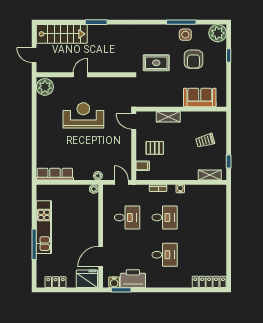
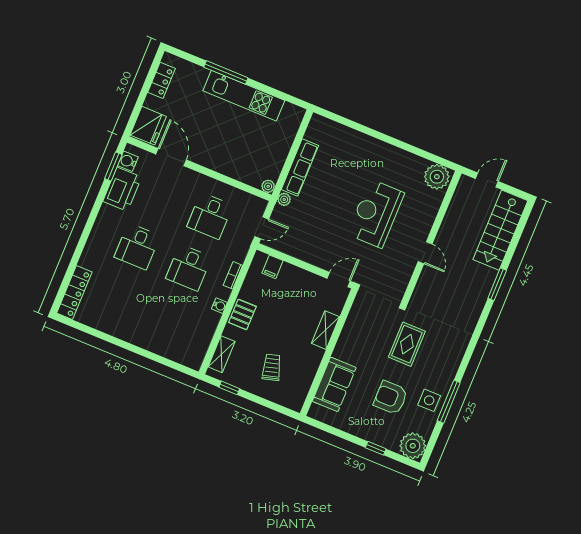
door: (80, 75) -> (425, 253), moved
reception desk: (83, 115) -> (376, 214), turned 180
pallet: (155, 148) -> (242, 314), moved
row of seats: (55, 174) -> (300, 168), moved

